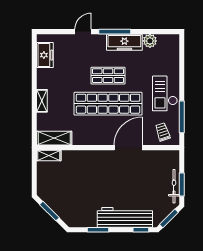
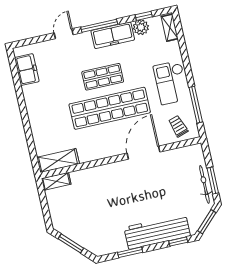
window: (154, 32) -> (144, 16), added
shelving: (42, 101) -> (170, 28), moved

